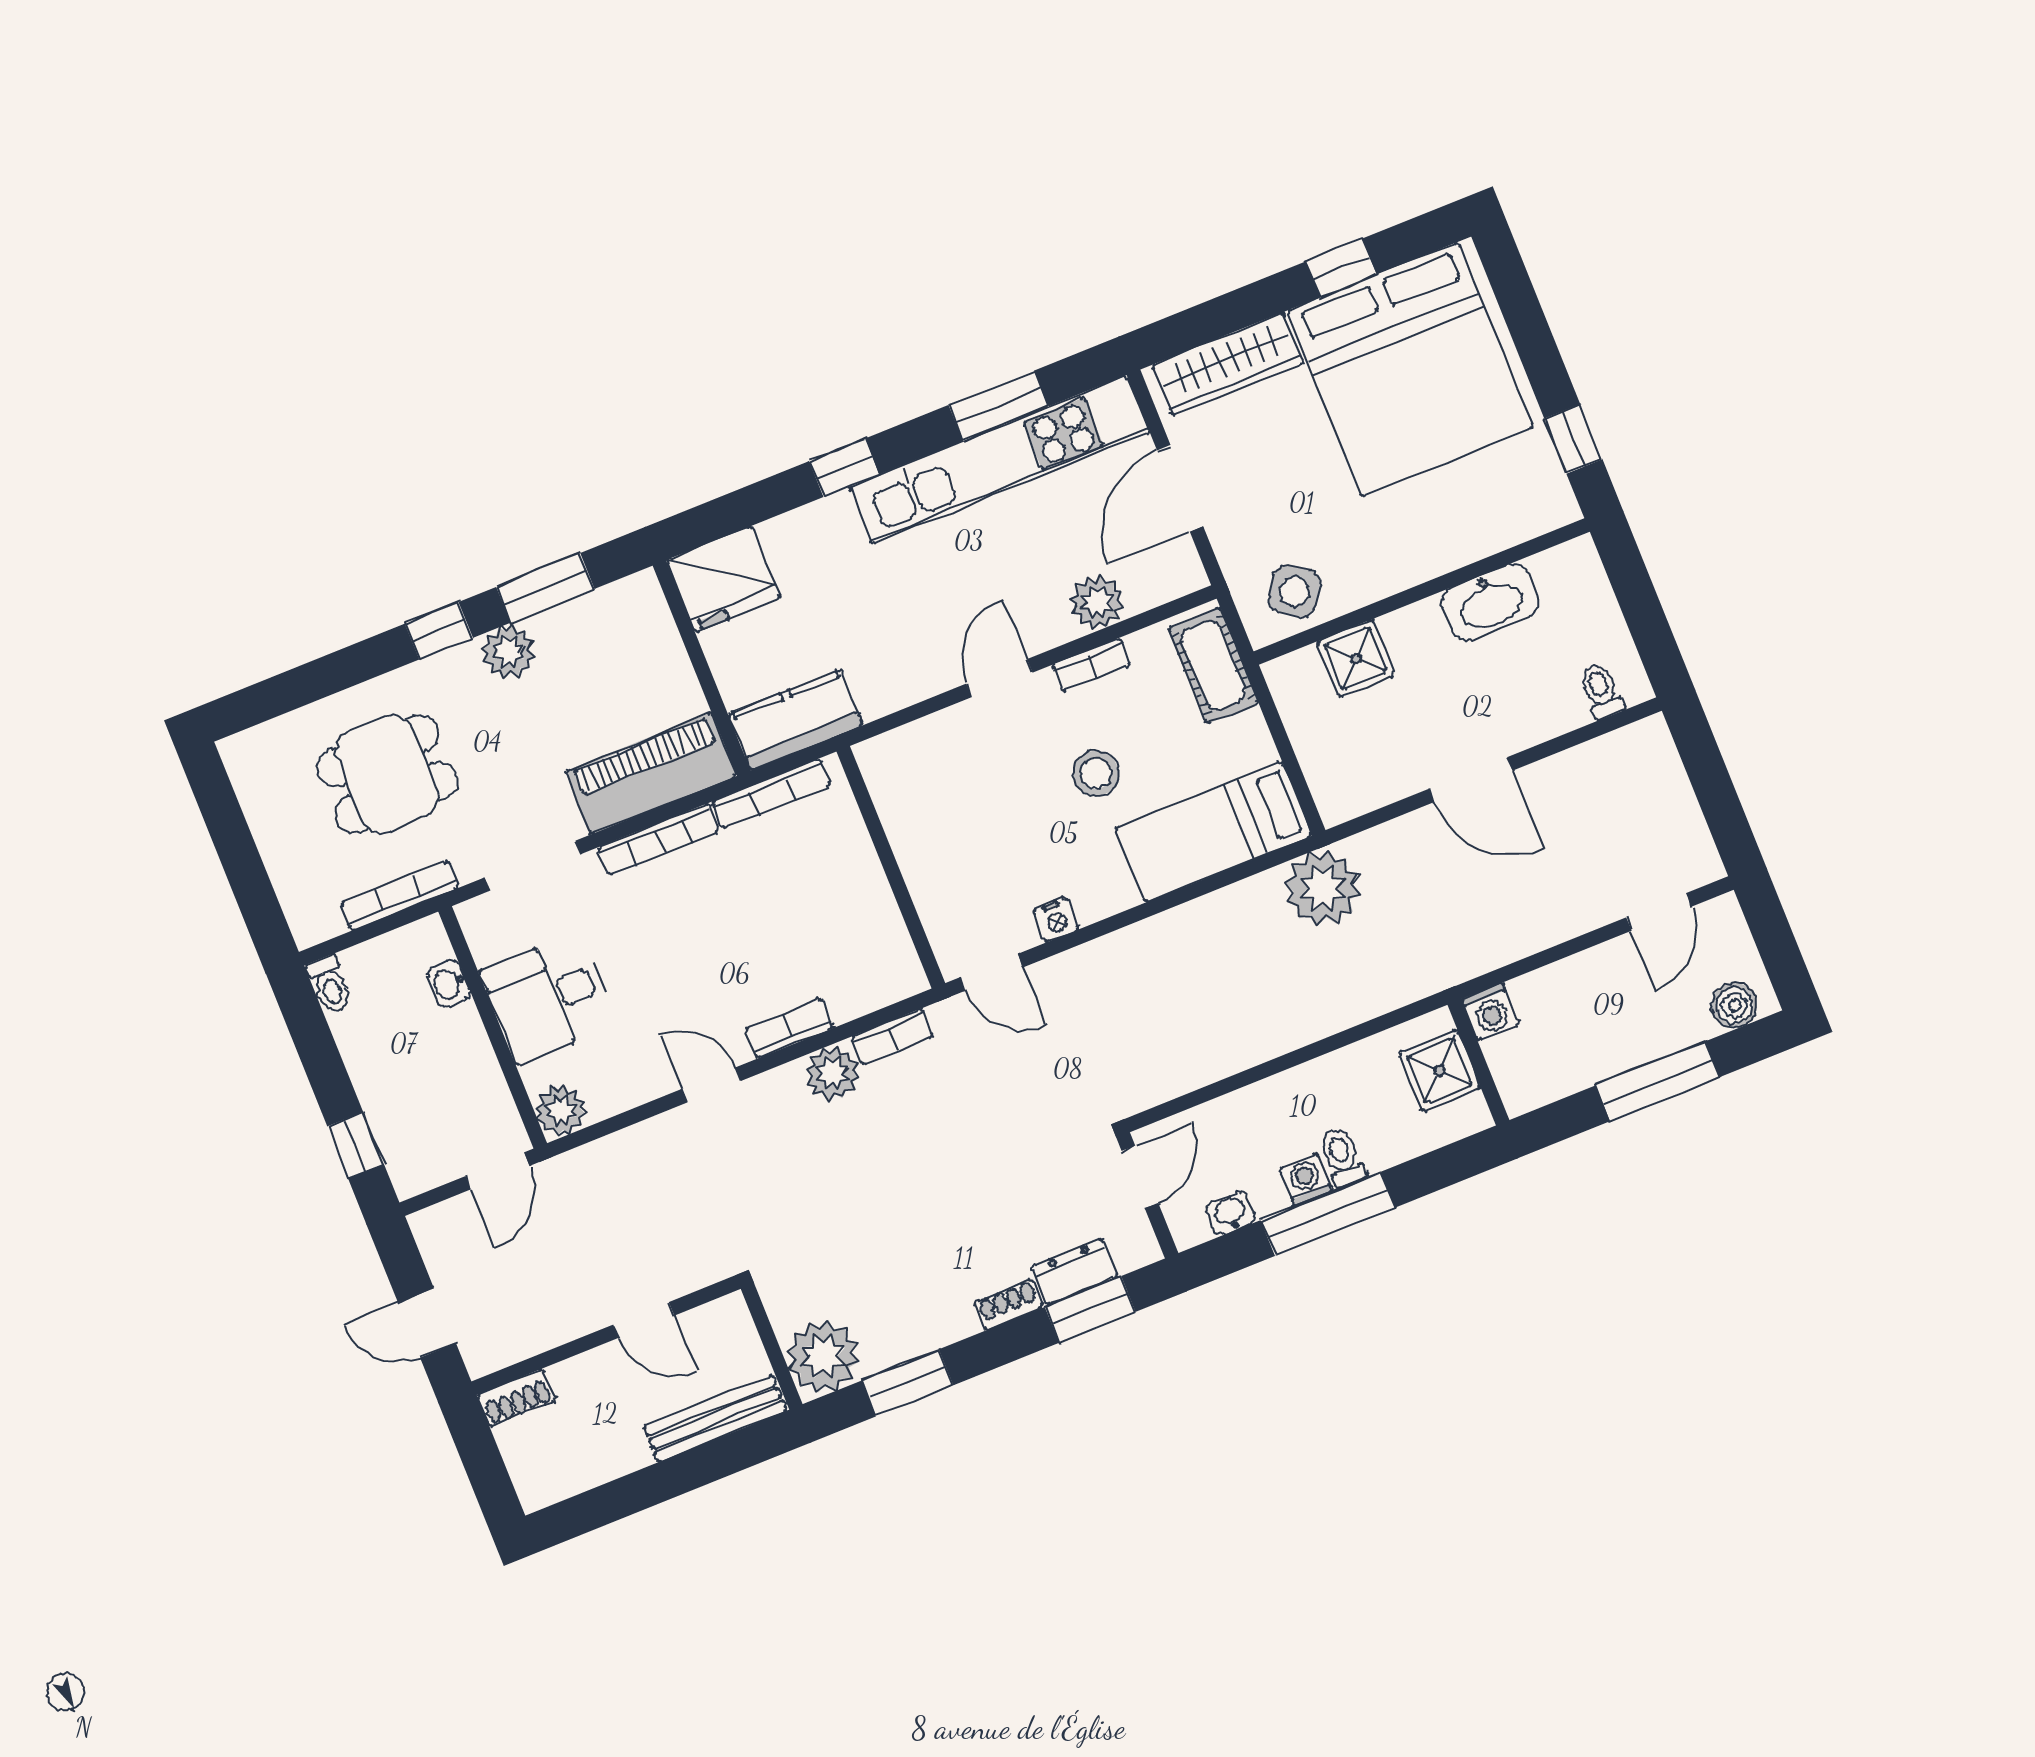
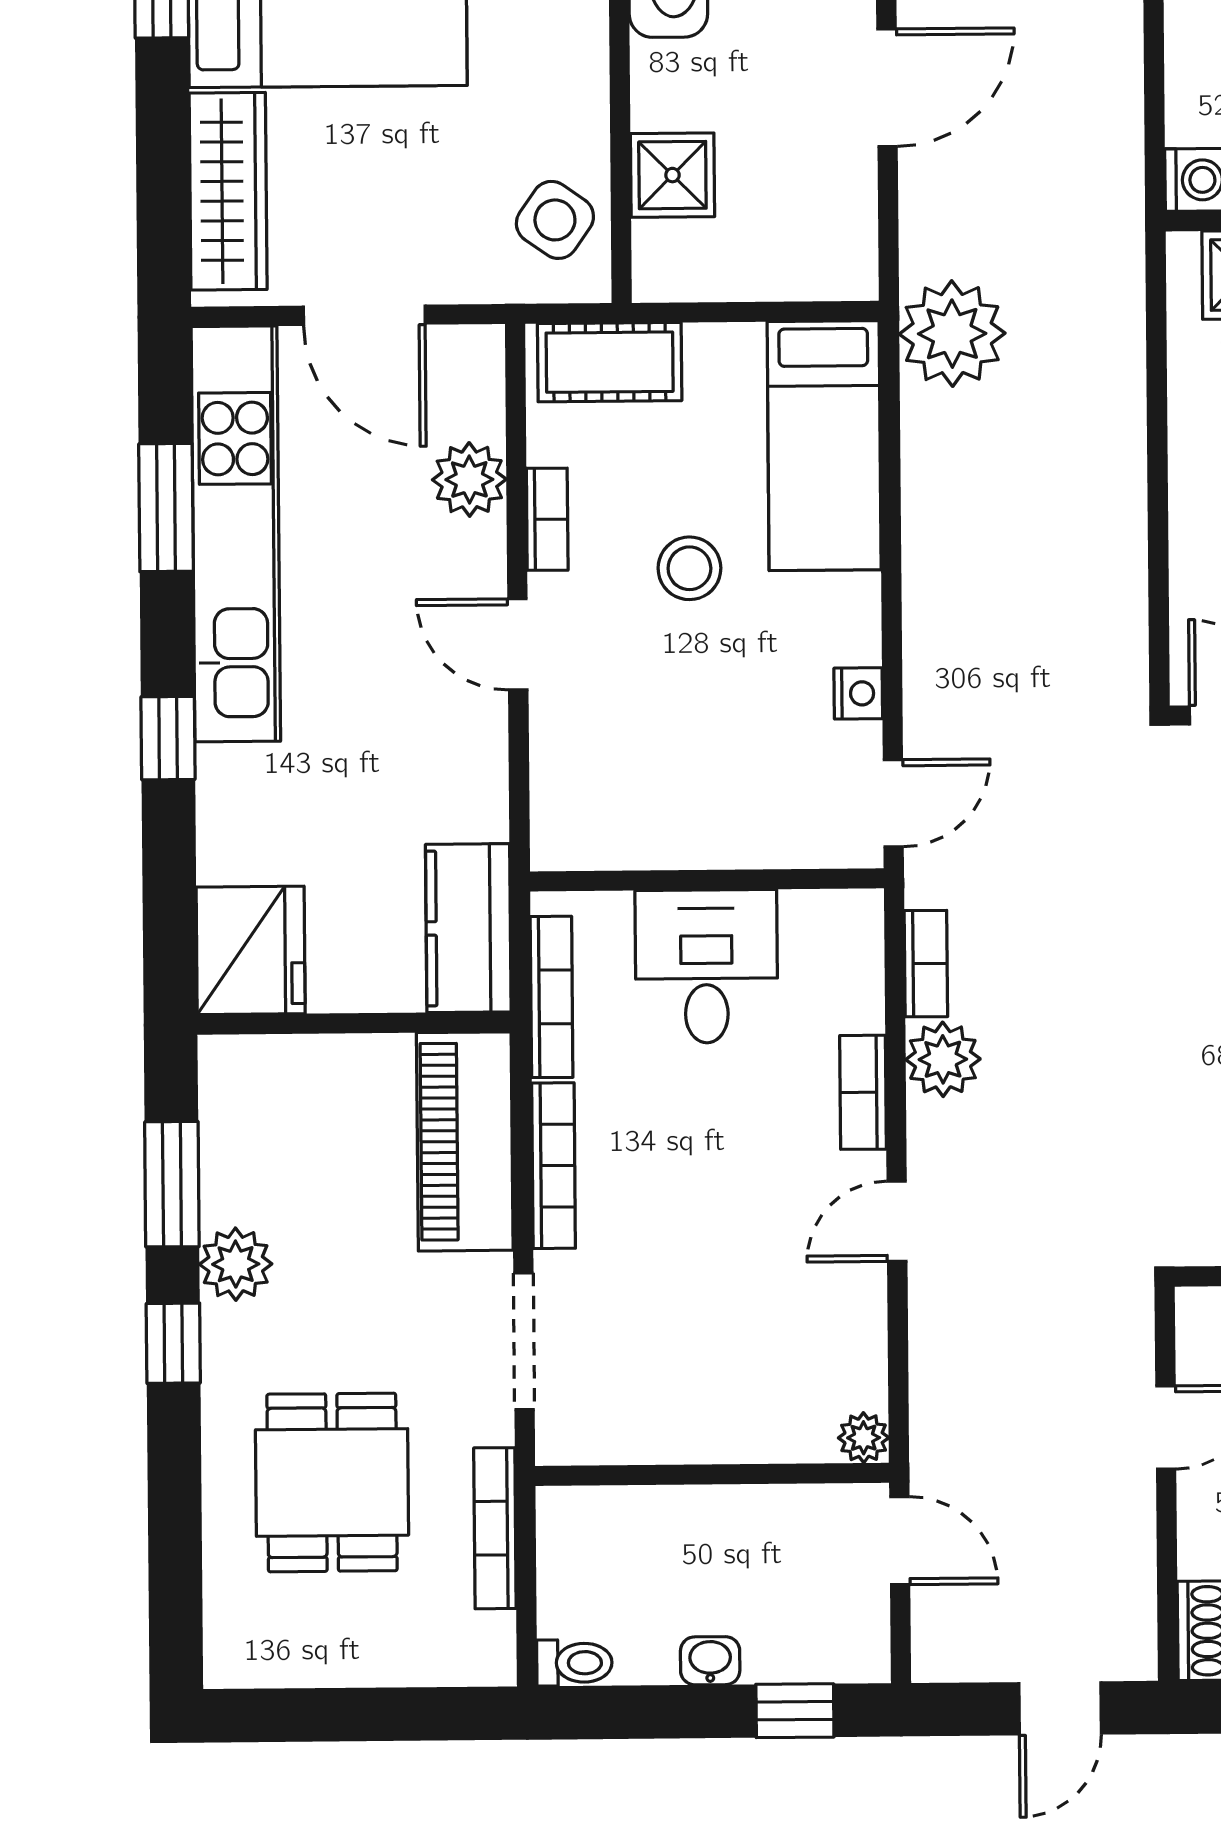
washbasin: (449, 984) -> (710, 1661), moved, turned 180
desk: (548, 998) -> (706, 966), moved, turned 180
plant: (561, 1111) -> (864, 1438), width x0.73, depth x0.73

